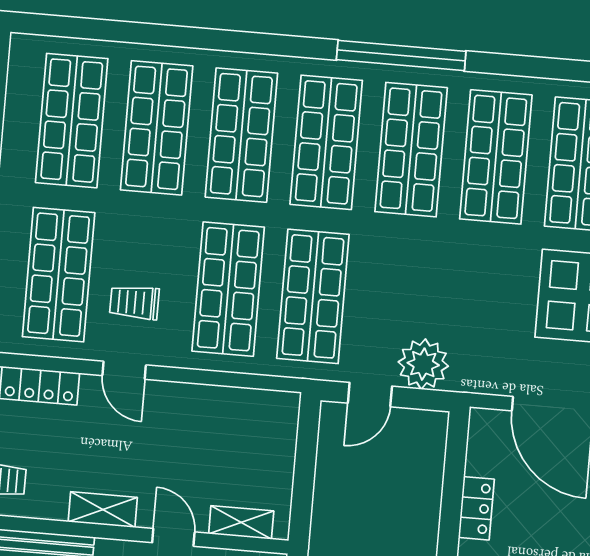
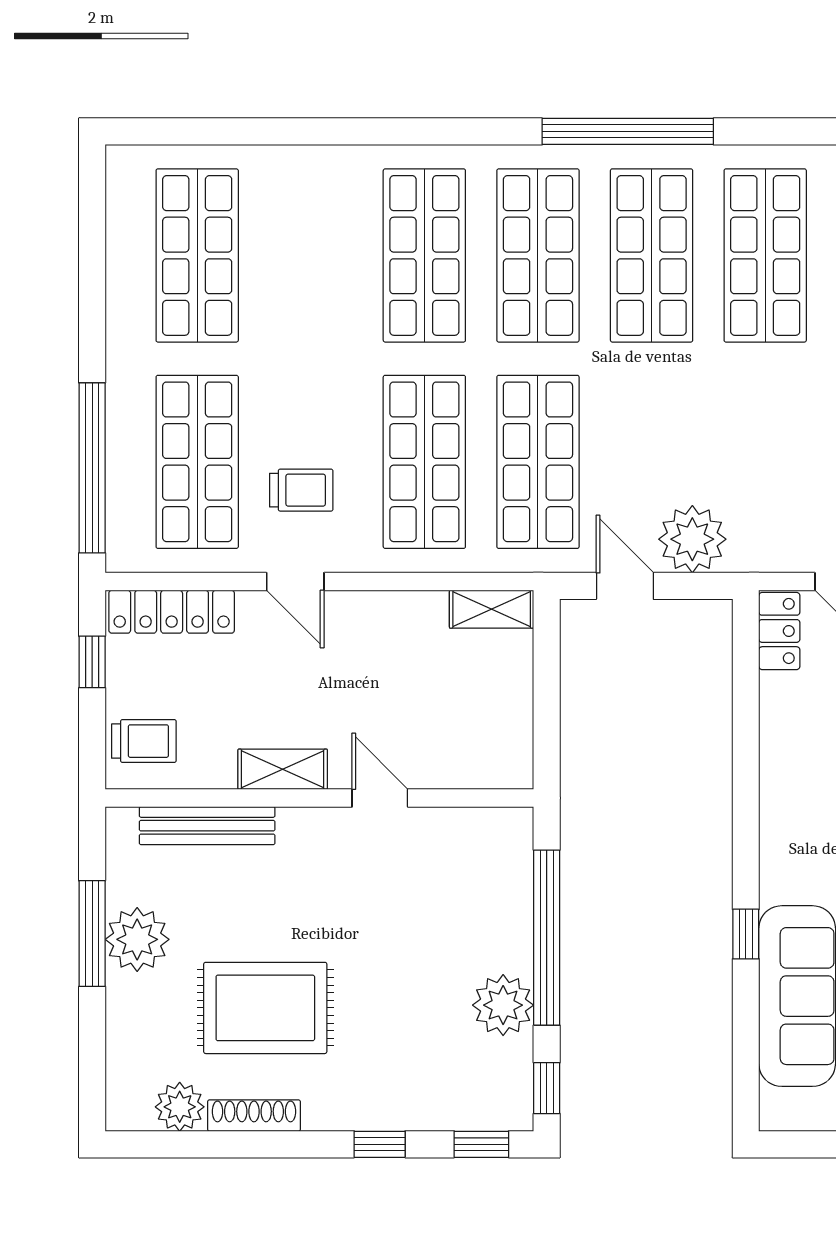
shop shelf: (157, 128) -> (311, 255), removed
trolley: (134, 302) -> (301, 490), turned 180
door: (370, 395) -> (625, 586), swing flipped
locker: (476, 508) -> (779, 631), moved
shelving: (241, 522) -> (492, 609), moved

